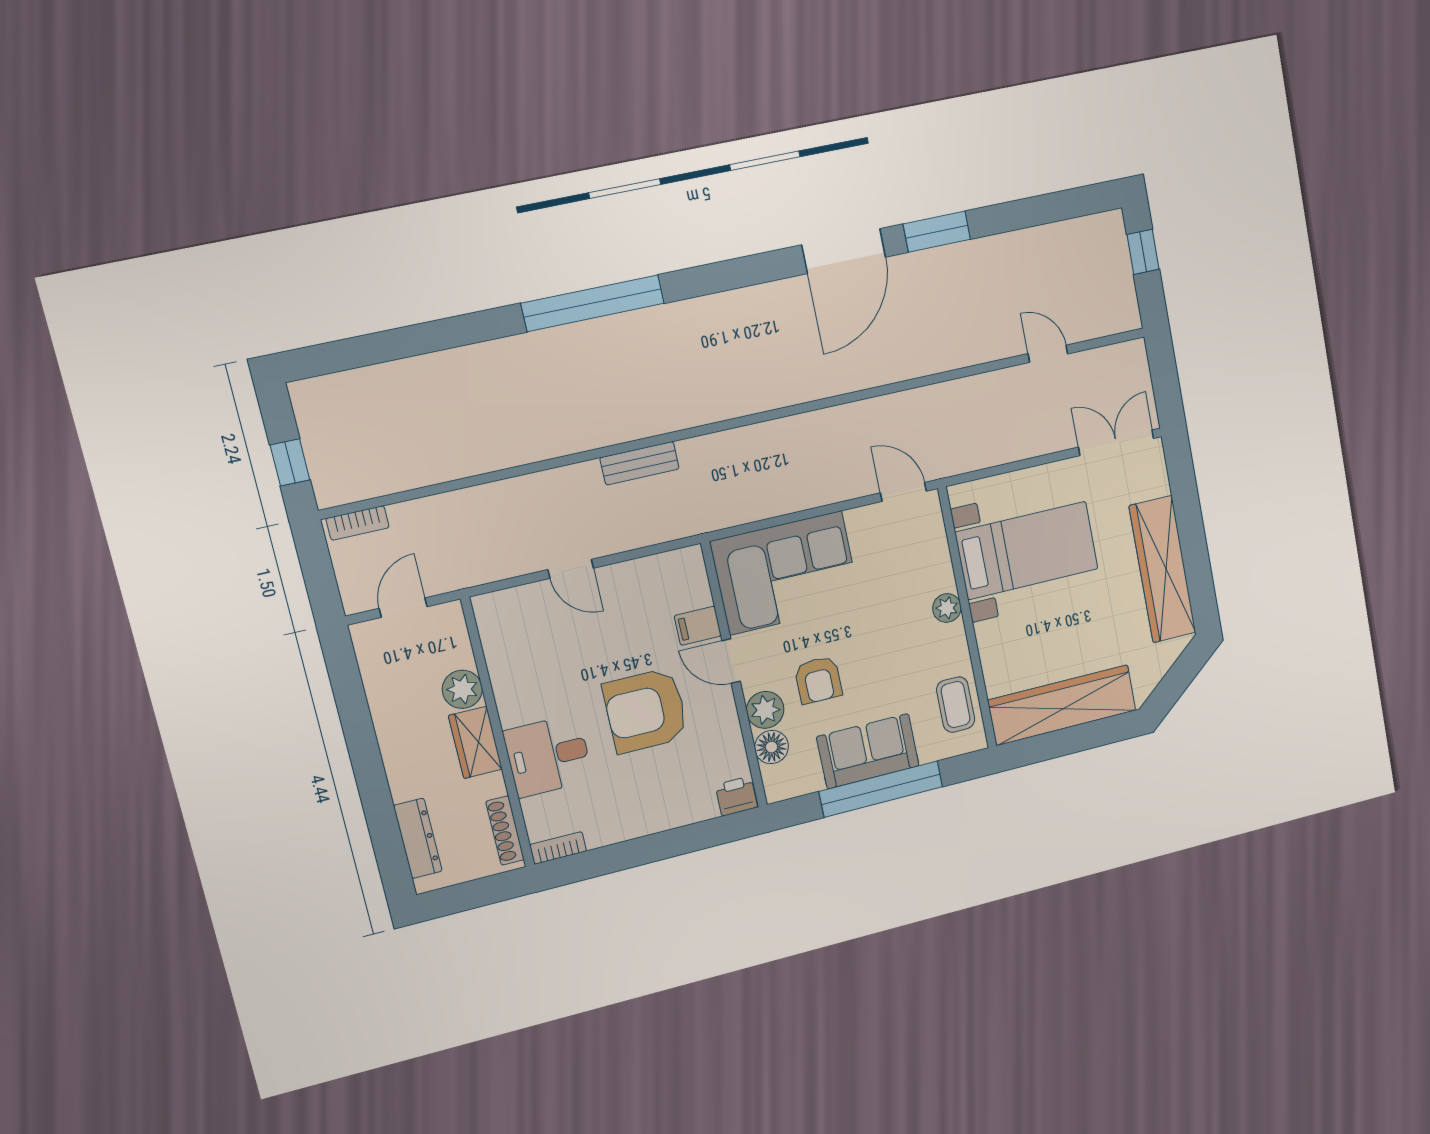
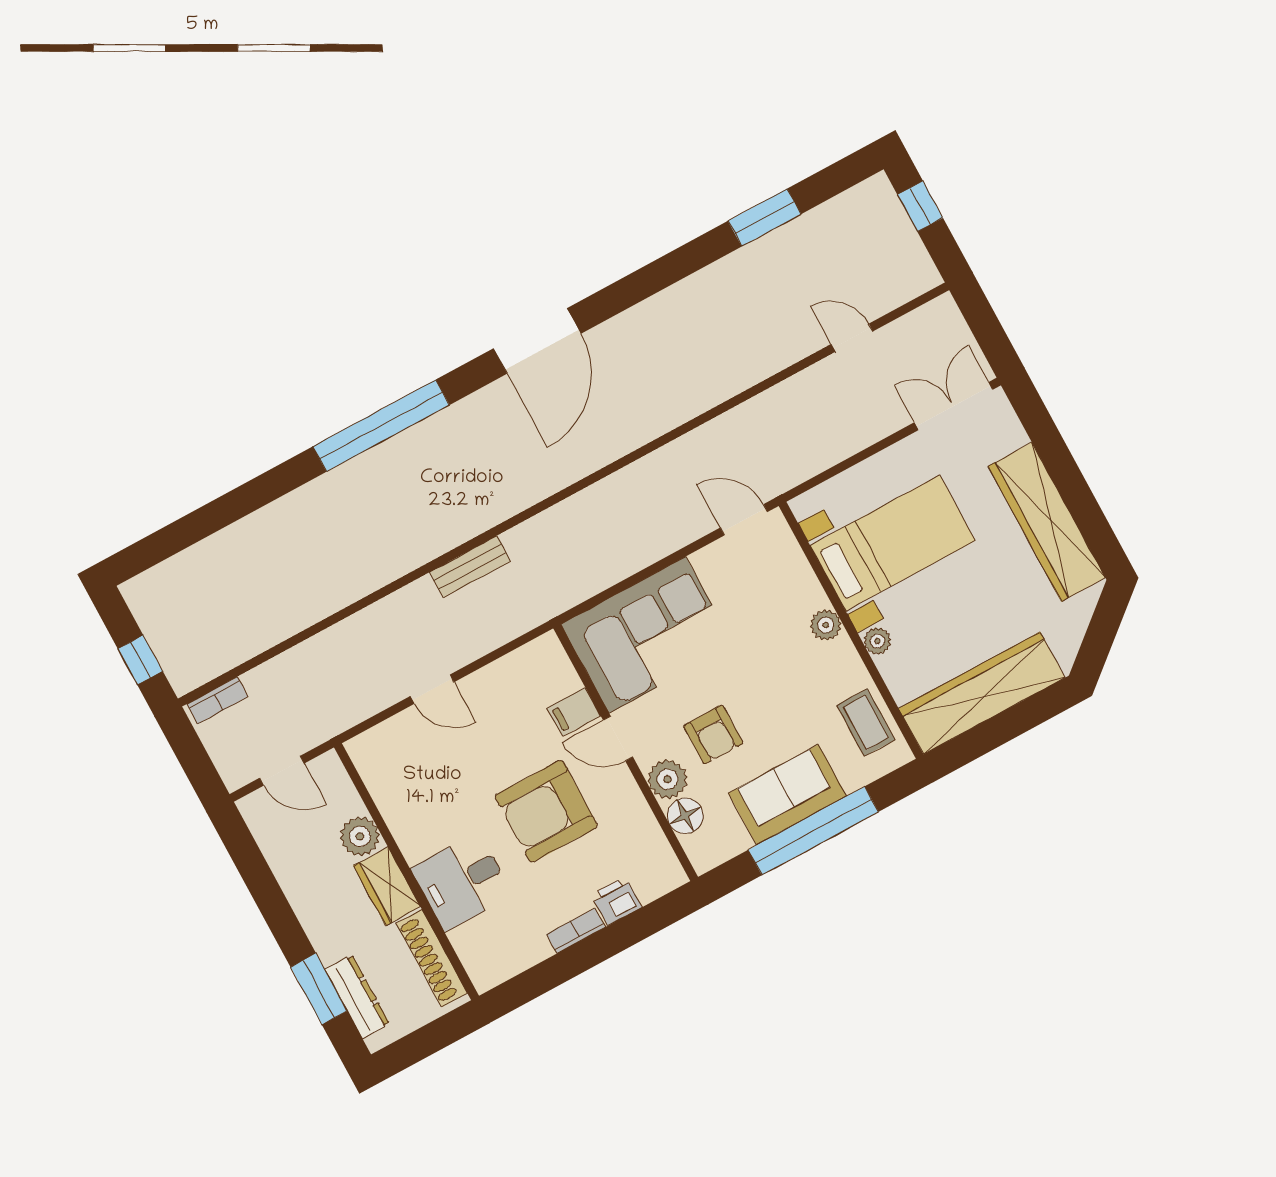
window: (937, 232) -> (765, 218), moved
door: (844, 251) -> (537, 341), moved
door: (403, 608) -> (282, 771), swing flipped
plant: (987, 635) -> (877, 641), added
printer: (736, 796) -> (617, 901), moved
window: (382, 823) -> (319, 989), added
shoe rack: (505, 831) -> (432, 958), width x1.36, depth x1.24
bookcase: (558, 848) -> (576, 931), moved

